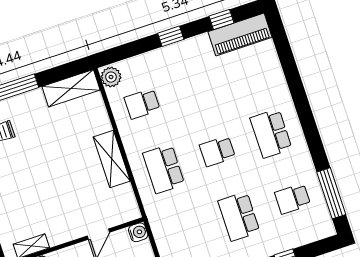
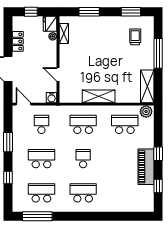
piano: (240, 35) -> (146, 167), moved
school desk: (142, 104) -> (125, 124), width x1.85
school desk: (293, 199) -> (41, 193), width x1.85
school desk: (185, 234) -> (41, 124), added

